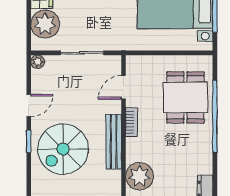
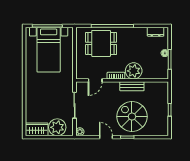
door: (124, 87) -> (95, 80), hinge flipped
bench: (114, 142) -> (132, 86), width x0.73
spiral stairs: (63, 149) -> (132, 117), turned 180
plant: (140, 176) -> (134, 71), moved

